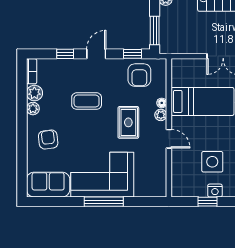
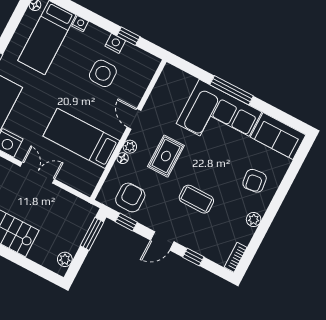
plant: (34, 93) -> (244, 234), removed

